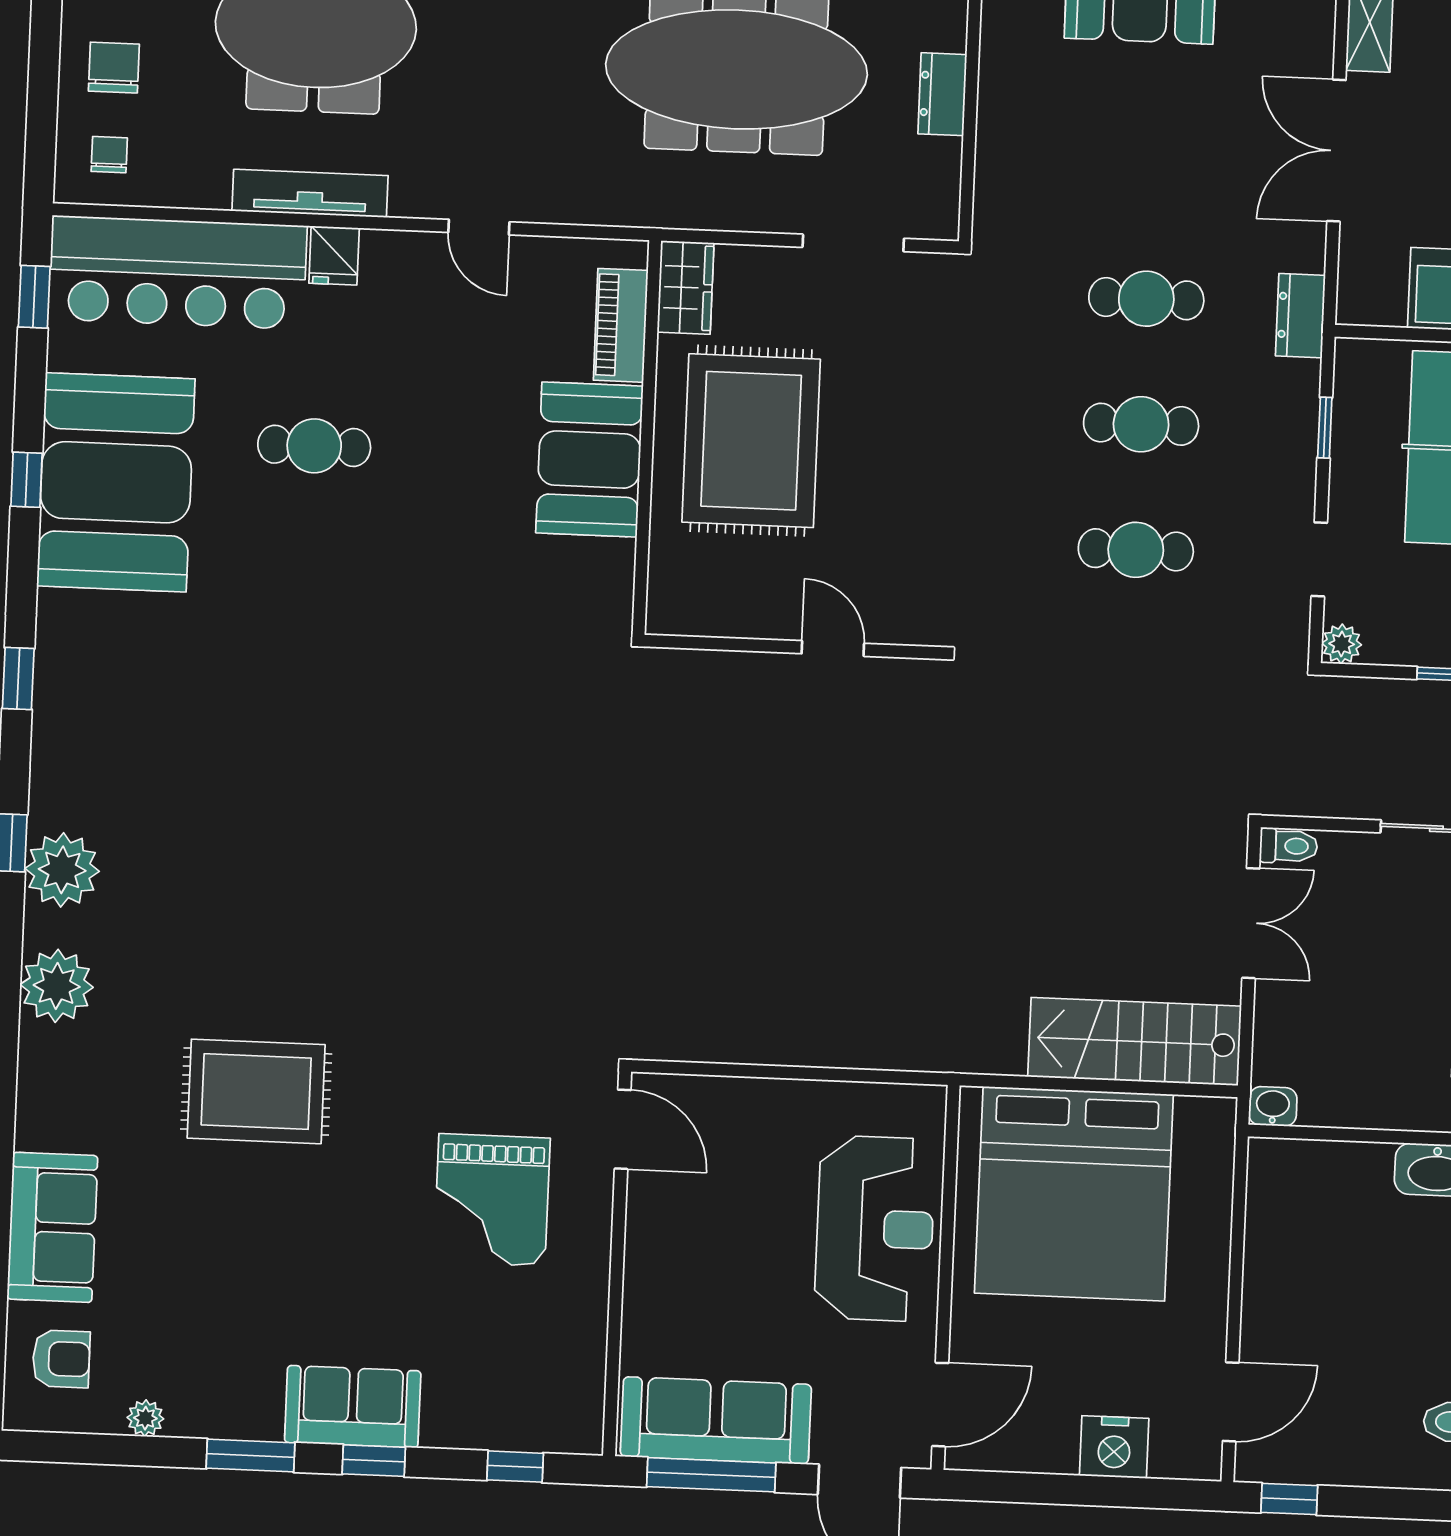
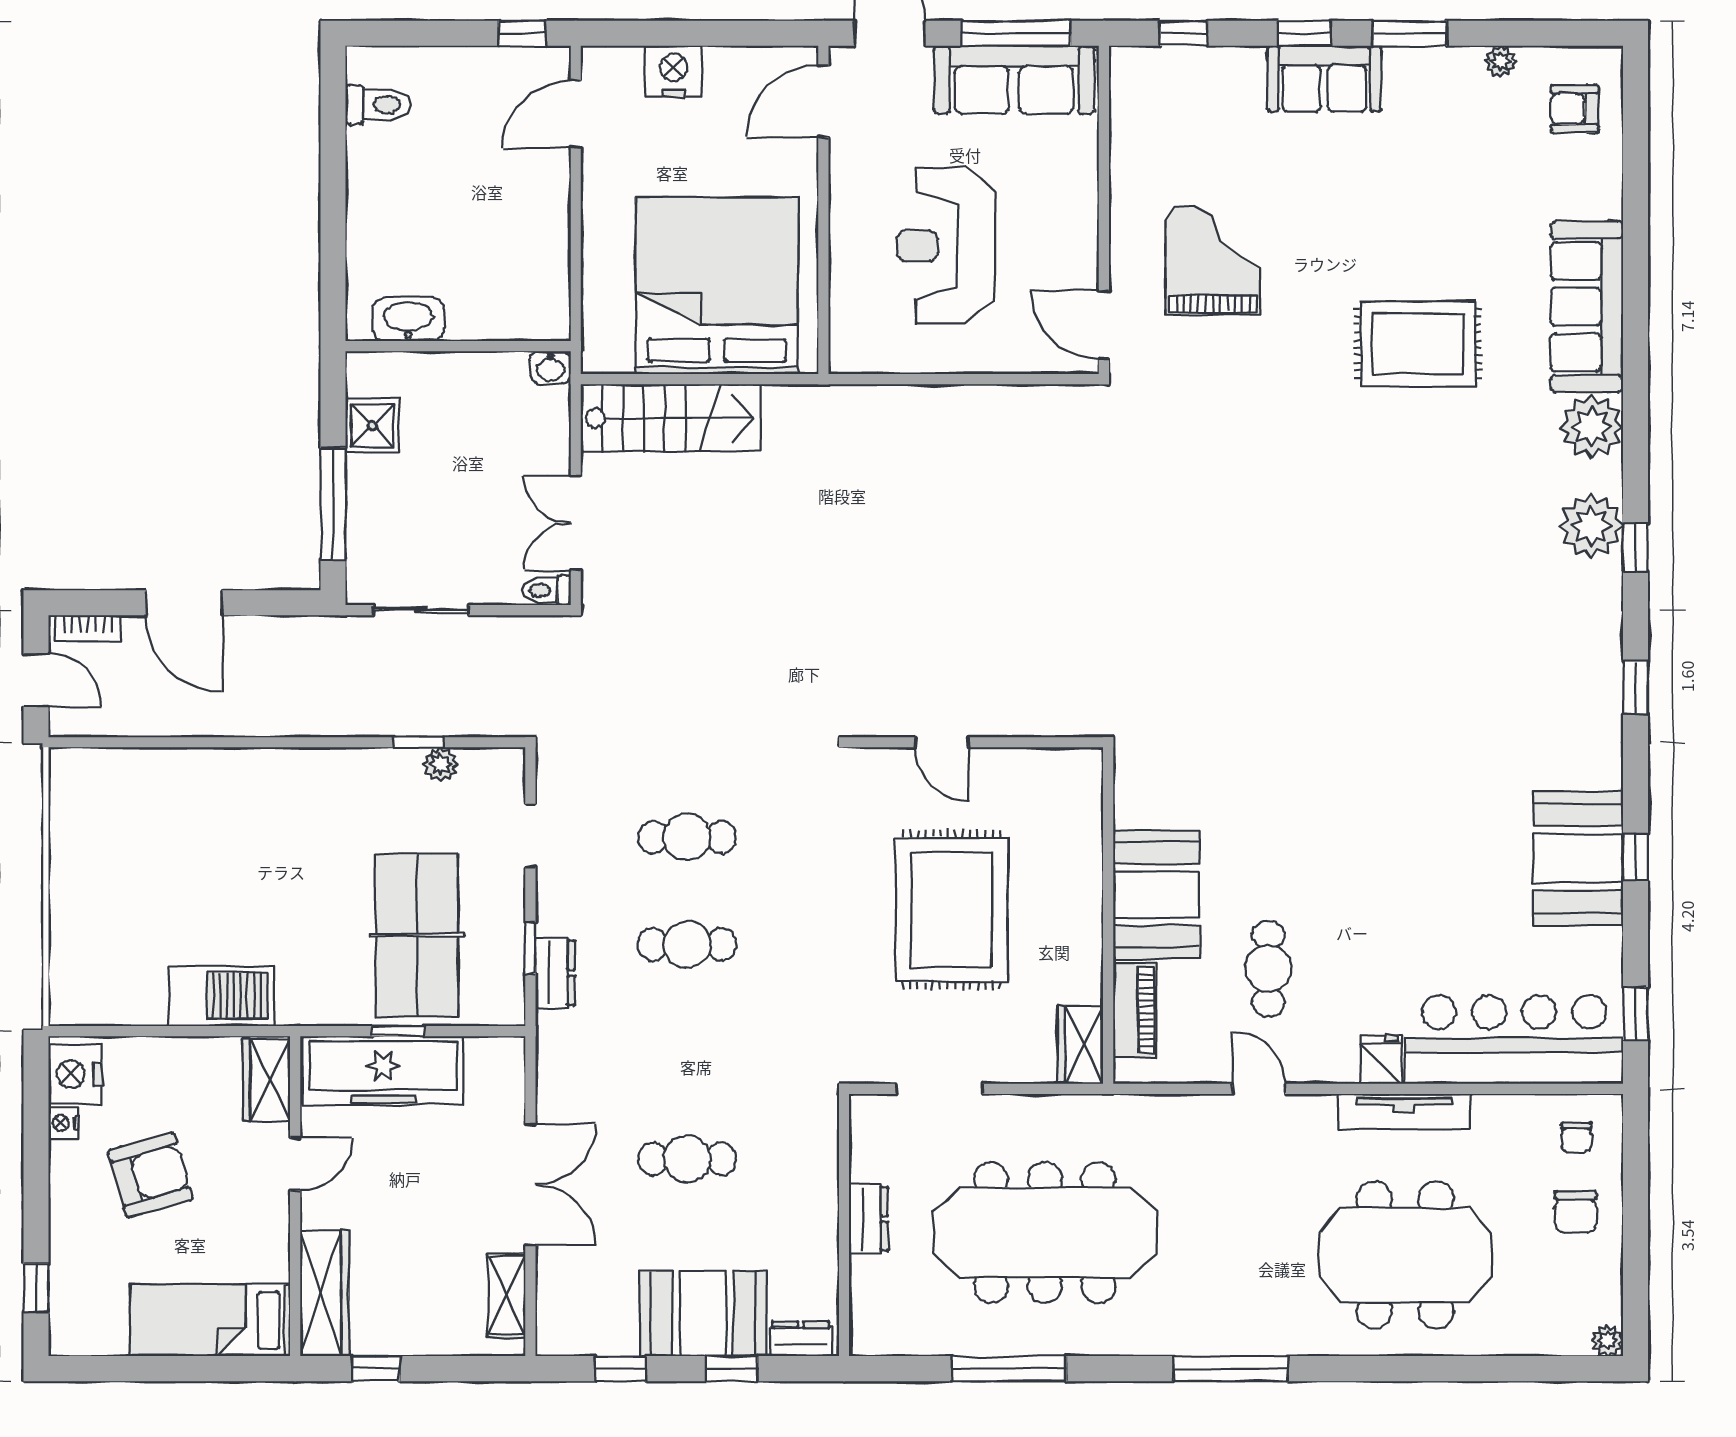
cafe table: (1146, 299) -> (687, 1159), moved
dresser: (1300, 316) -> (555, 973), moved
rug: (751, 441) -> (952, 910), moved
cafe table: (314, 446) -> (1268, 969), moved, turned 90
booth: (116, 482) -> (1578, 858), width x0.73, depth x0.70
plant: (1342, 644) -> (440, 764), moved
sofa: (52, 1227) -> (1587, 307), moved, width x1.36
reception desk: (875, 1228) -> (946, 246), moved

